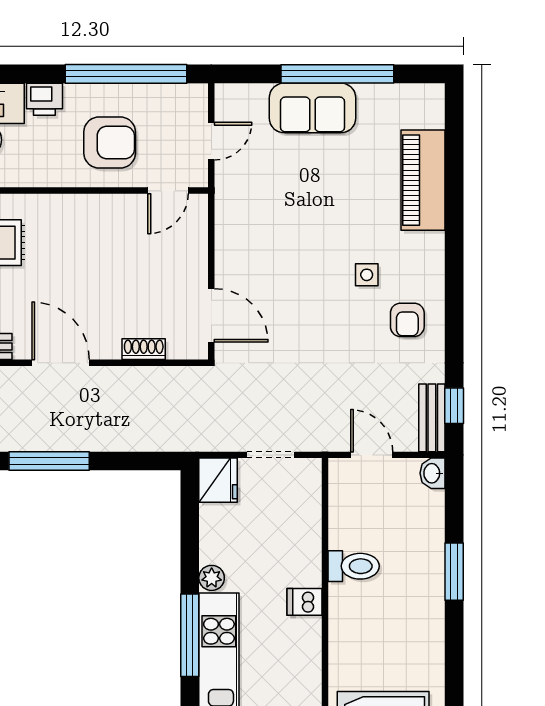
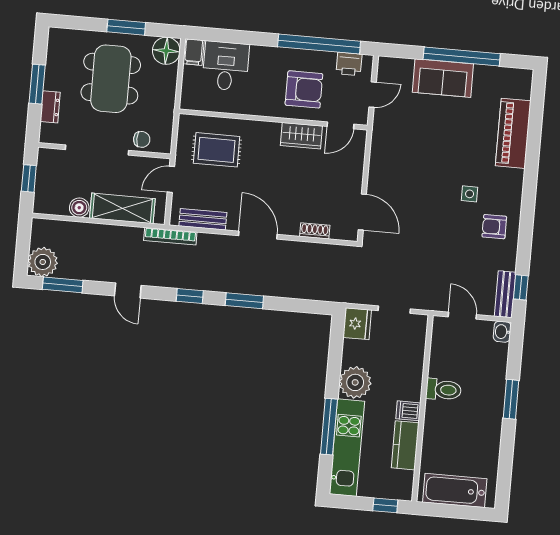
printer: (44, 99) -> (349, 64), moved
wardrobe: (112, 211) -> (301, 136), added
armchair: (407, 320) -> (494, 227), turned 90
window: (49, 461) -> (244, 301), width x0.69
plant: (212, 578) -> (355, 382), width x1.88, depth x1.88
kitchen counter: (304, 653) -> (405, 445), added

